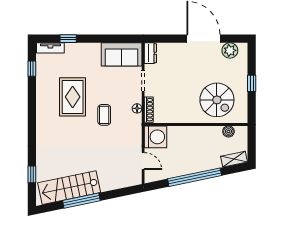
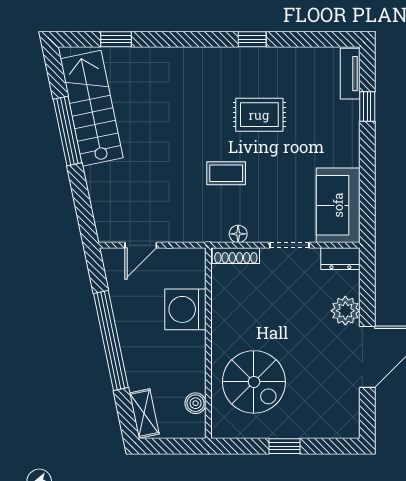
plant: (230, 50) -> (345, 311), moved
window: (32, 69) -> (252, 39), moved
rug: (73, 97) -> (259, 115), width x0.73, depth x0.70
spiral stairs: (217, 100) -> (254, 382), turned -90
washing machine: (156, 137) -> (185, 309), moved, turned 90

